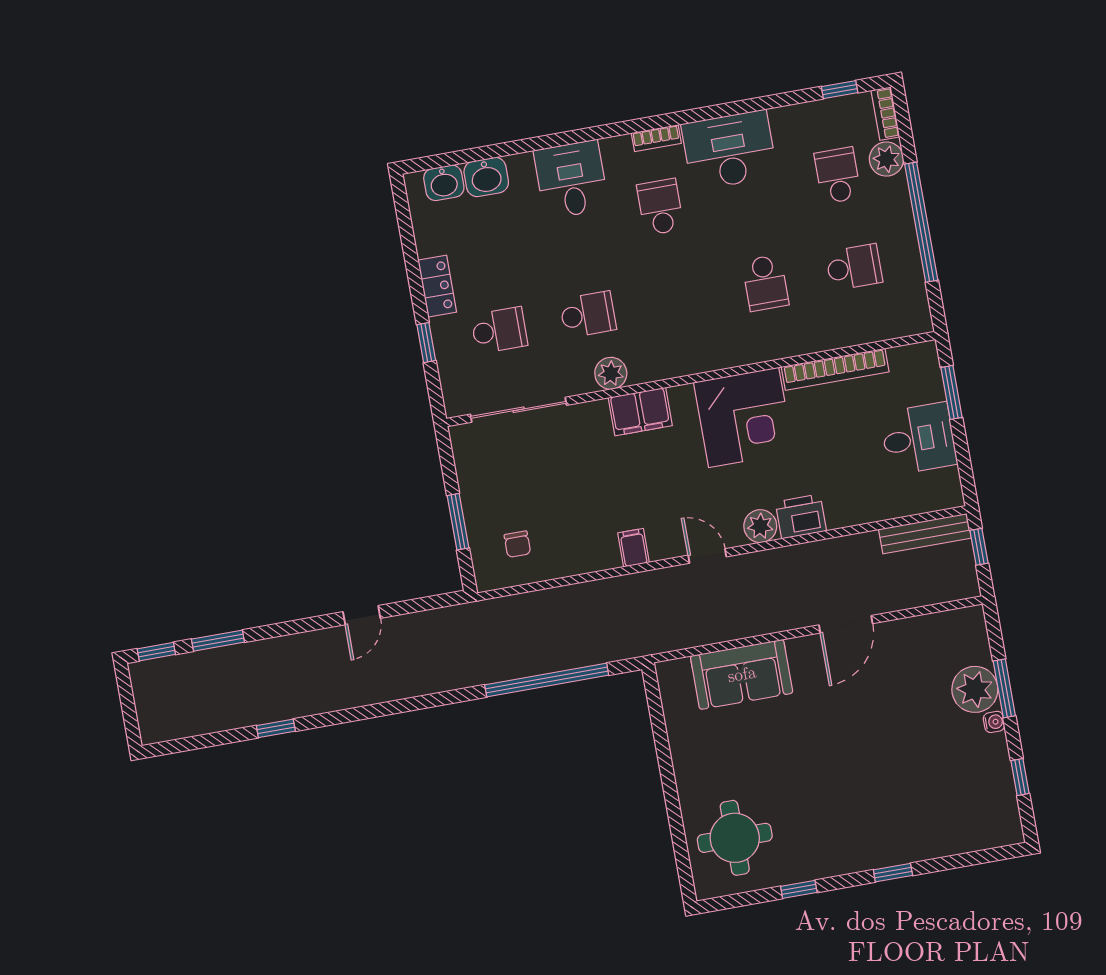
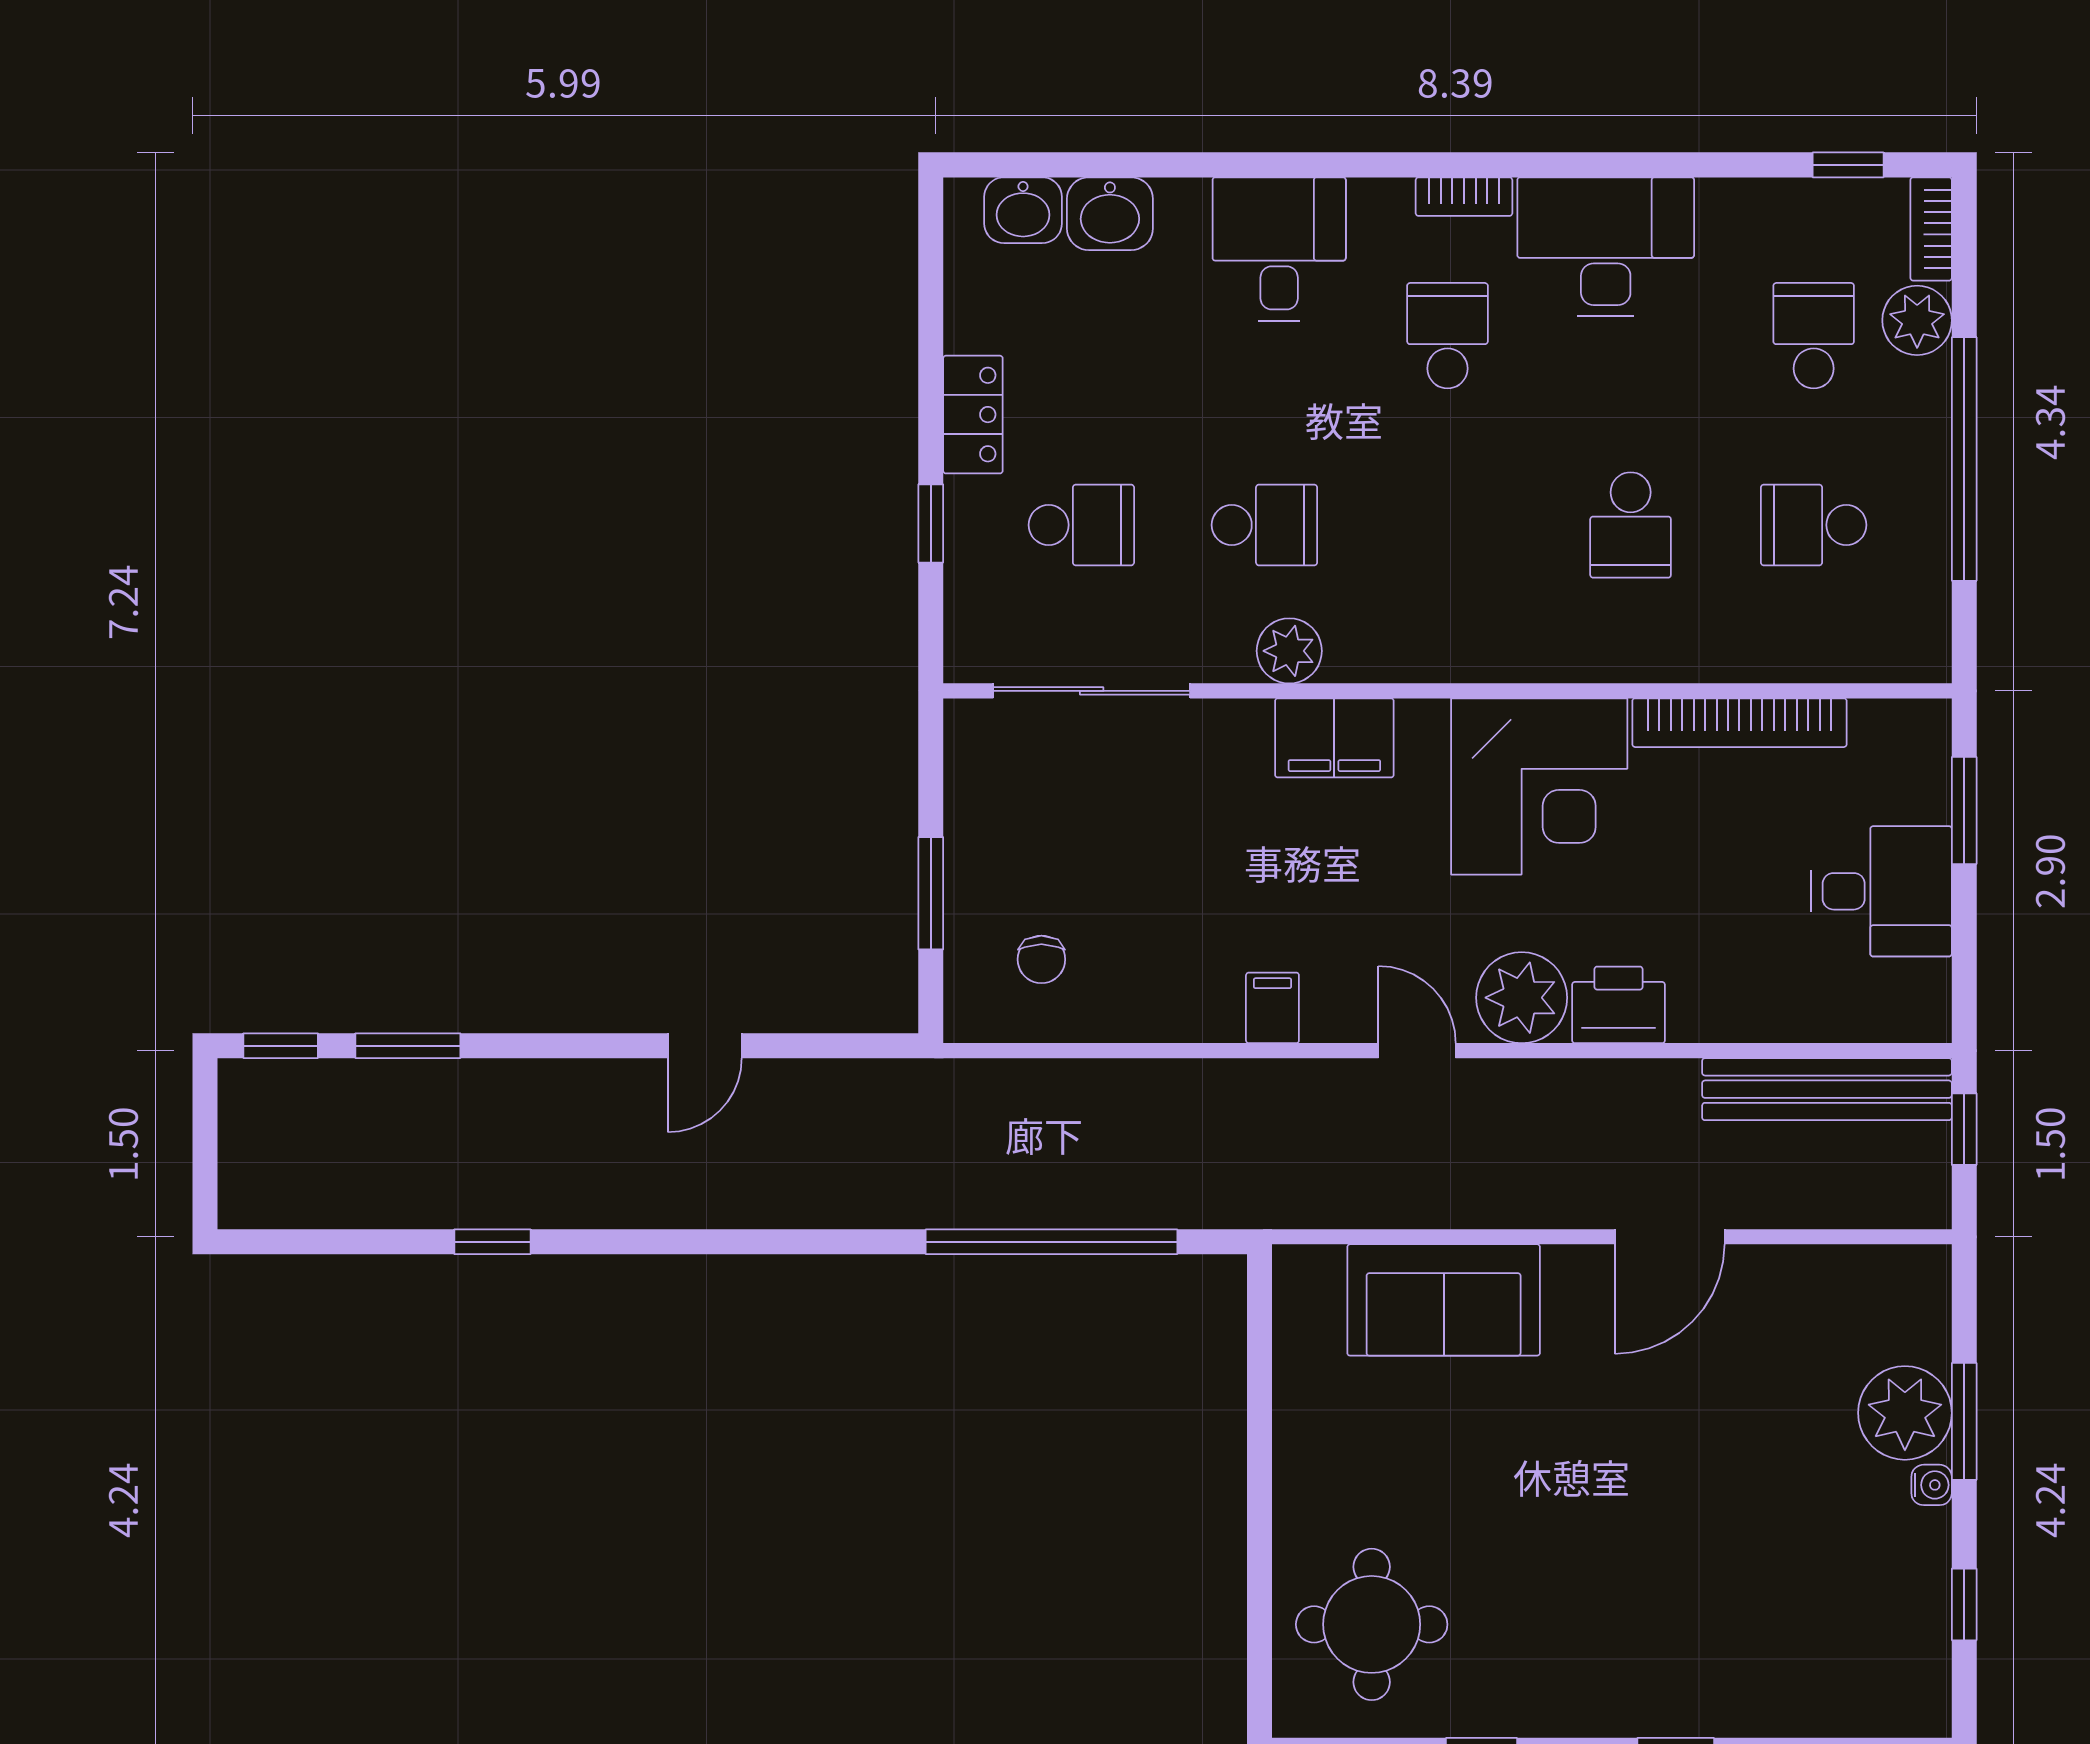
school desk: (854, 267) -> (1814, 525), turned 180
plant: (760, 526) -> (1522, 998), width x1.36, depth x1.36
bench: (925, 534) -> (1827, 1089), width x1.37, depth x1.21

